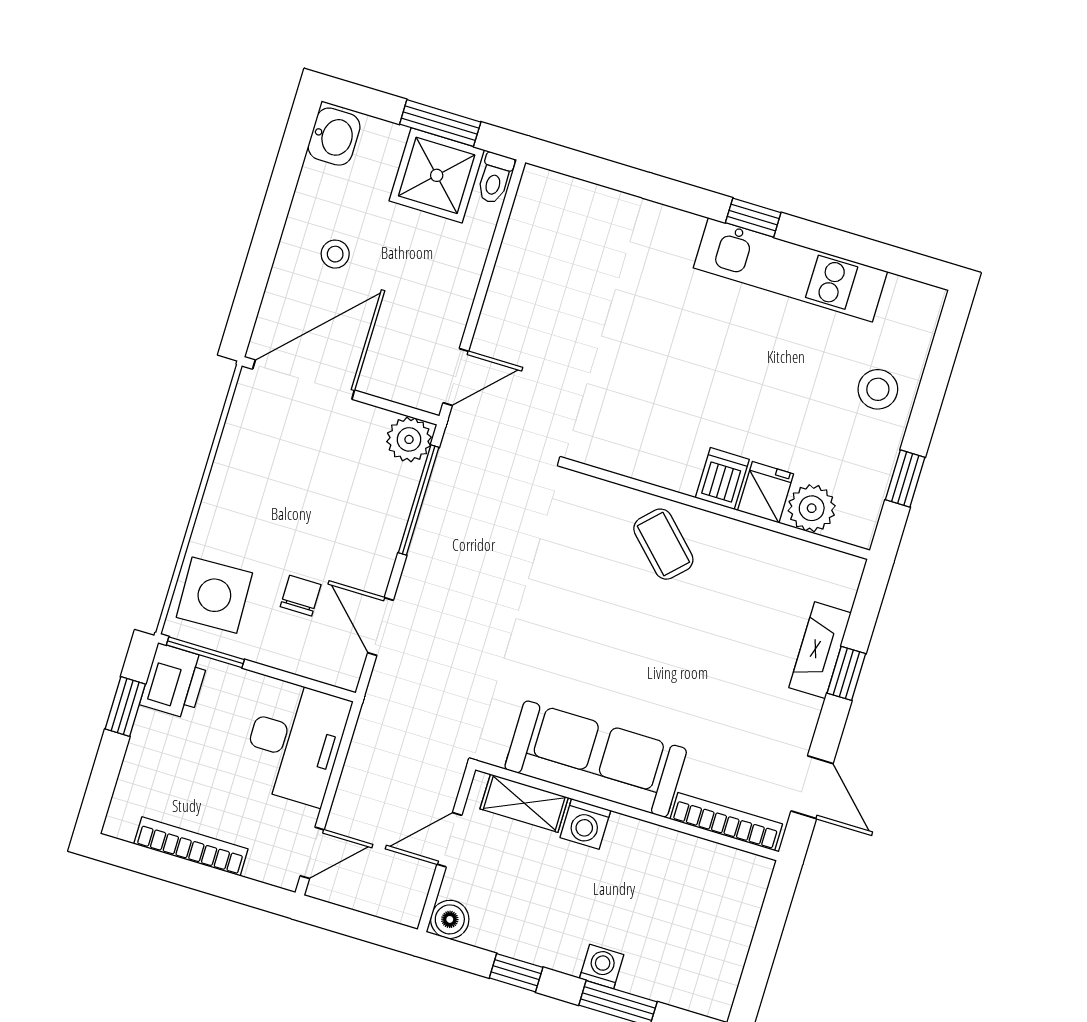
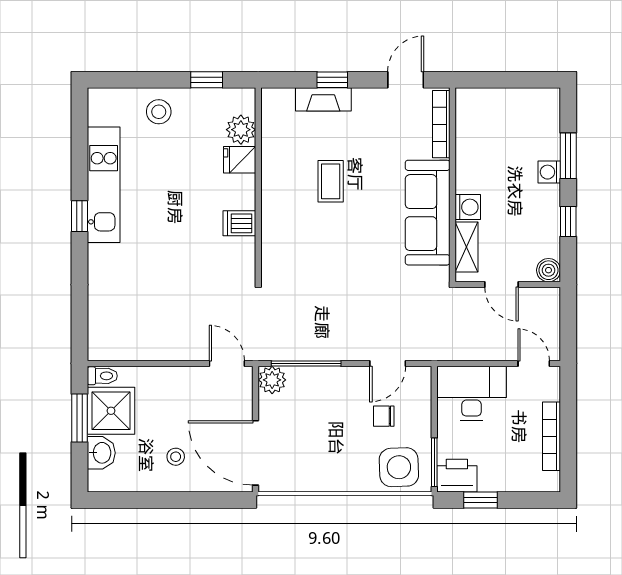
washbasin: (334, 137) -> (101, 453), moved, turned 90
dishwasher: (722, 479) -> (239, 223), moved
coffee table: (663, 544) -> (331, 181), moved, turned -45

